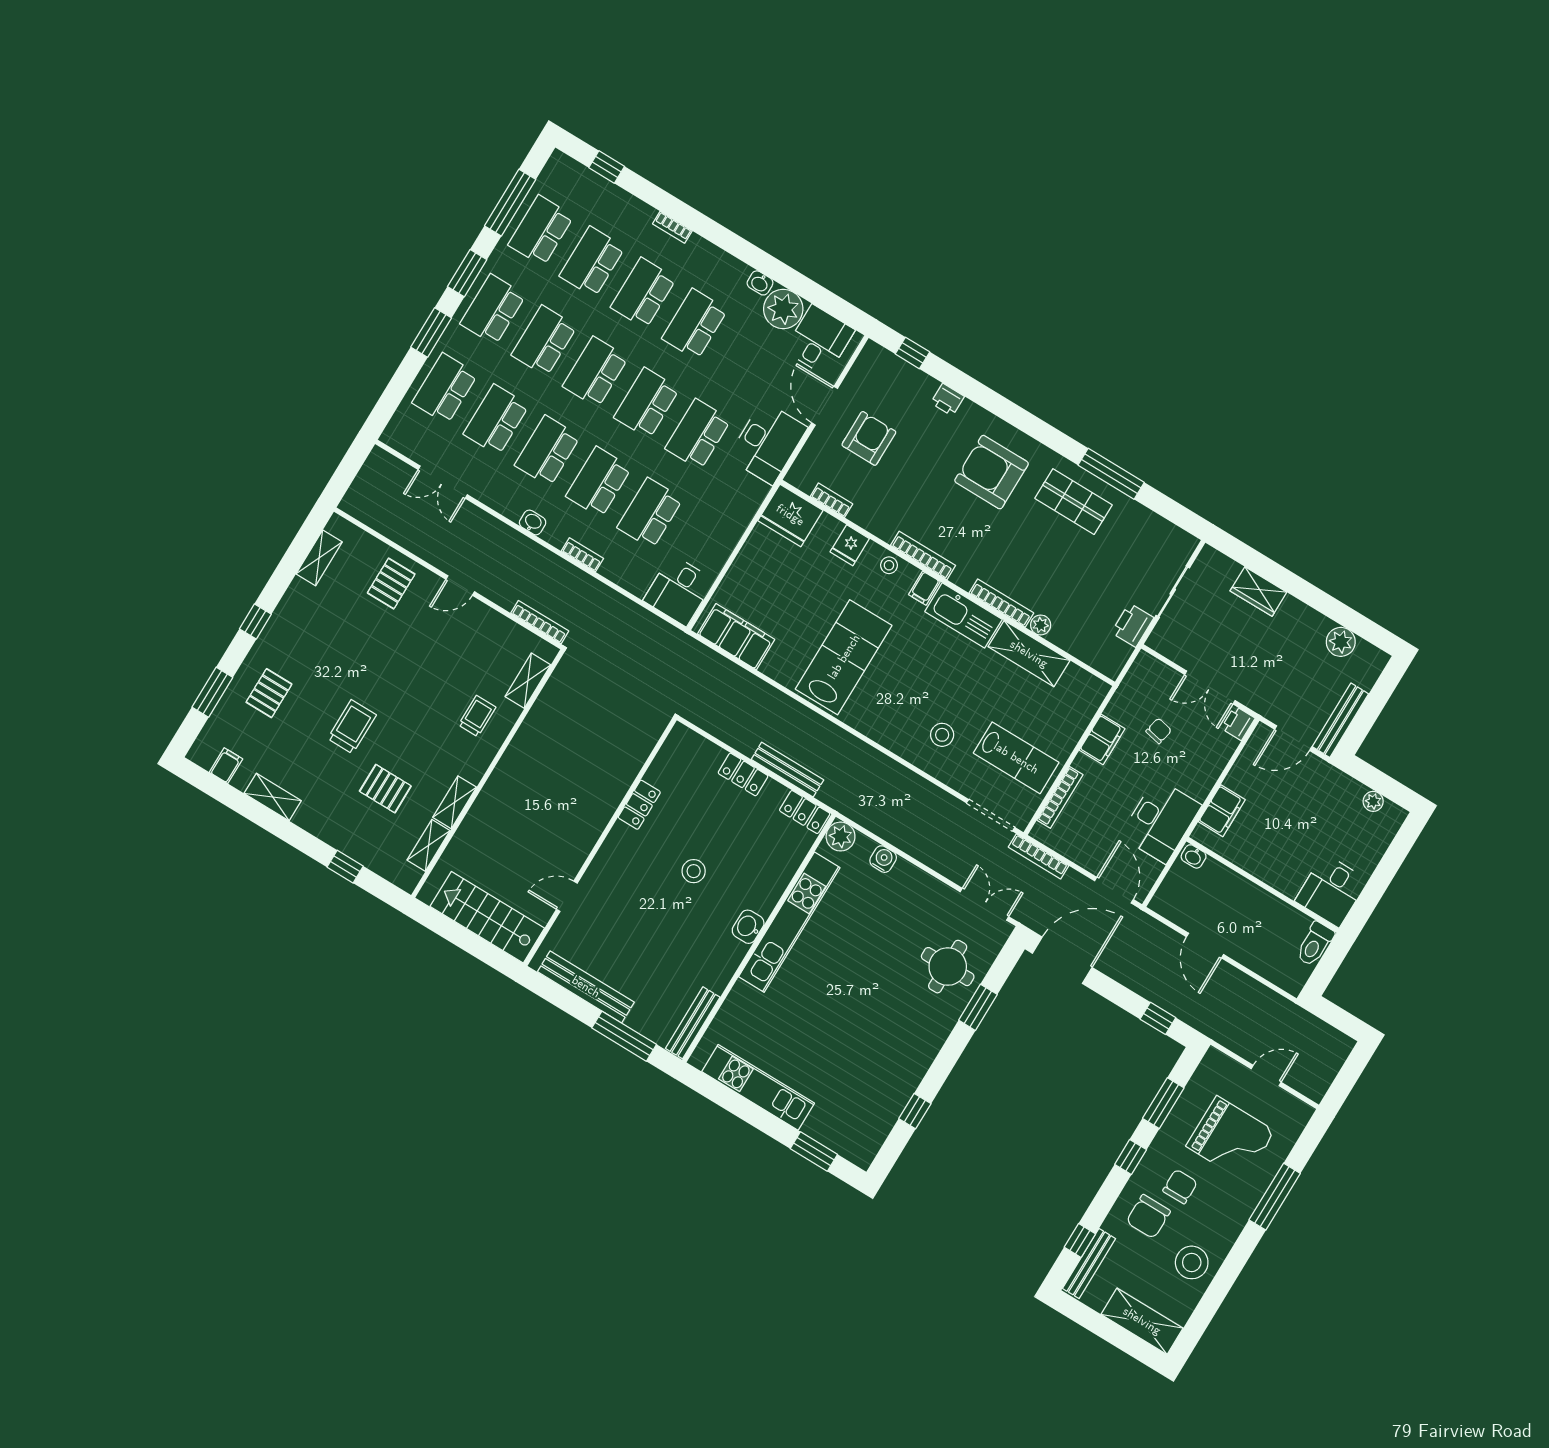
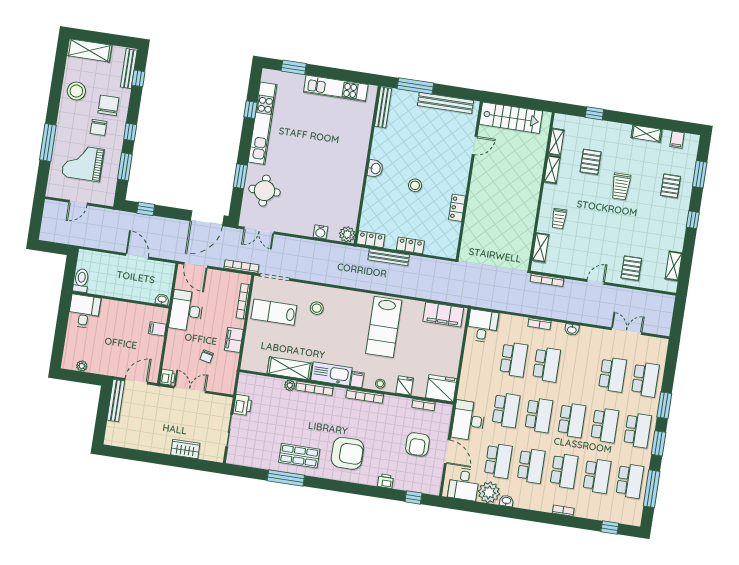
school desk: (547, 451) -> (498, 461), moved
plant: (1341, 642) -> (132, 441), removed
pallet: (385, 789) -> (591, 162), turned 90
filing cabinet: (1222, 811) -> (157, 329), width x0.50
kitchen unit: (789, 922) -> (262, 123), moved, turned 180

